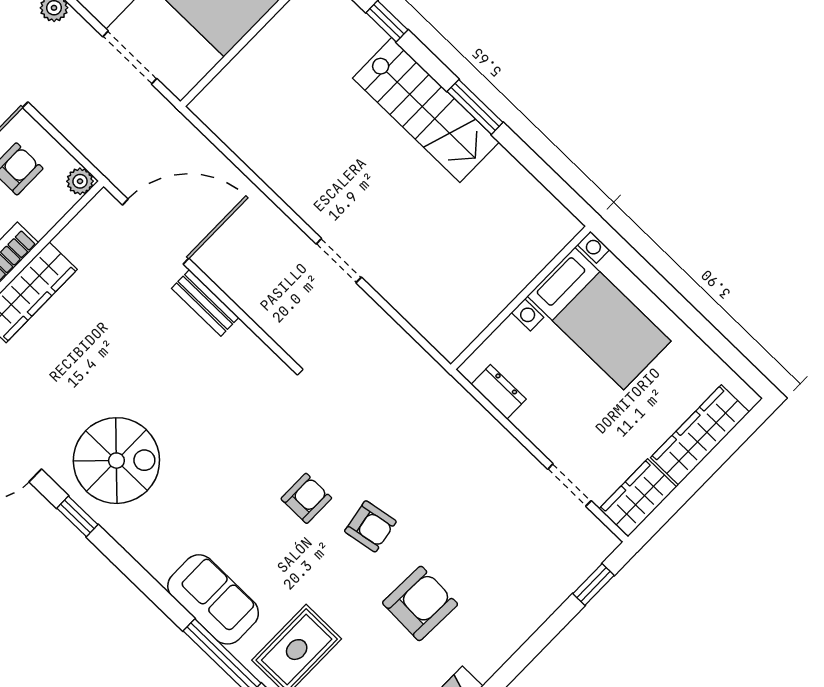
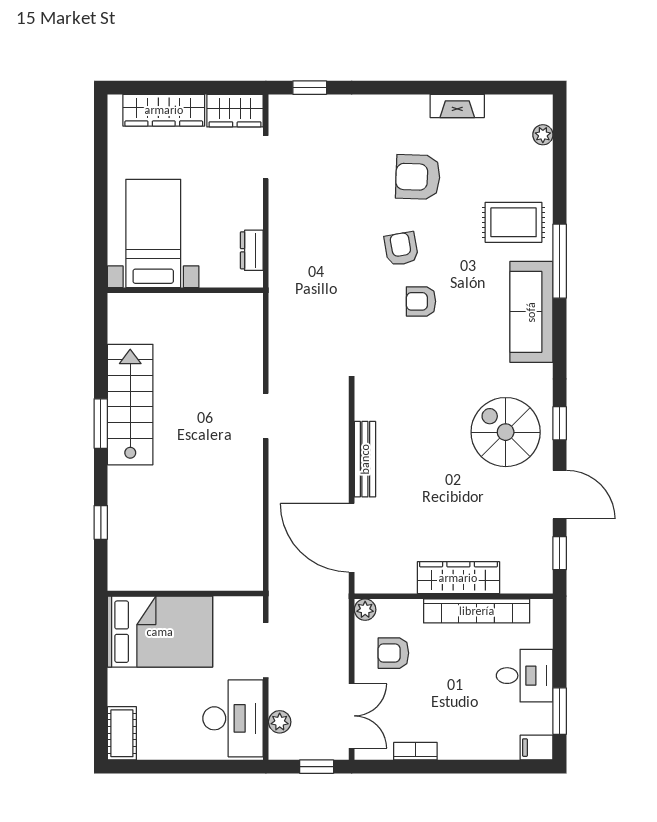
stairs: (426, 110) -> (130, 405), moved
bench: (205, 303) -> (365, 459), width x1.36
sofa: (213, 599) -> (531, 312), width x1.36

